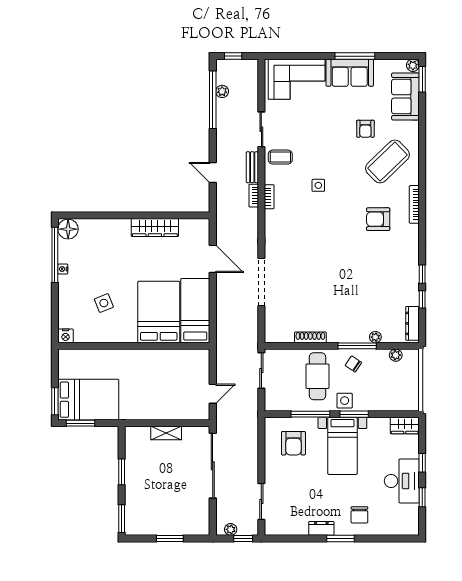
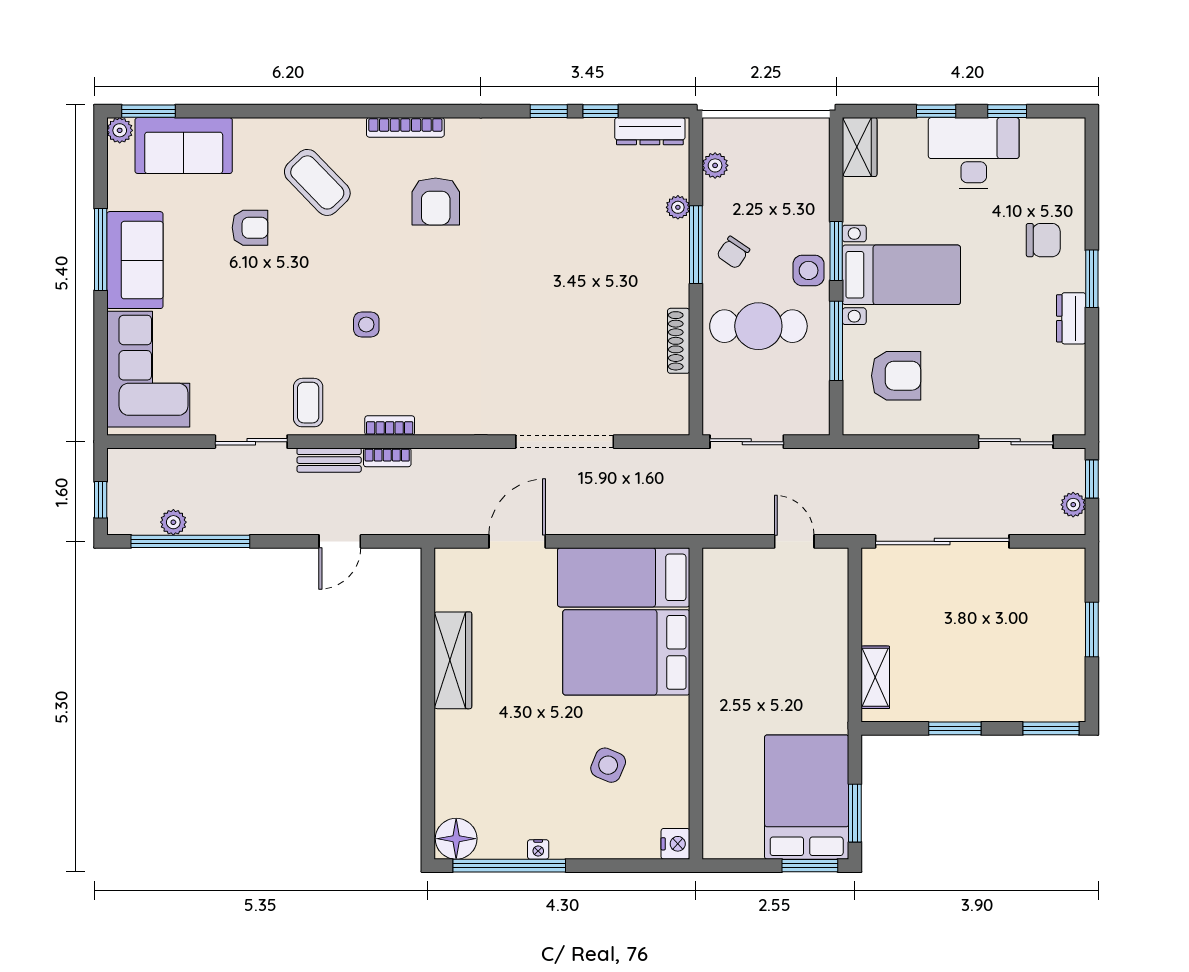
coffee table: (387, 161) -> (317, 182), width x0.73, depth x0.76
side table: (104, 303) -> (608, 765), turned 45
shelving: (166, 433) -> (875, 677), moved

